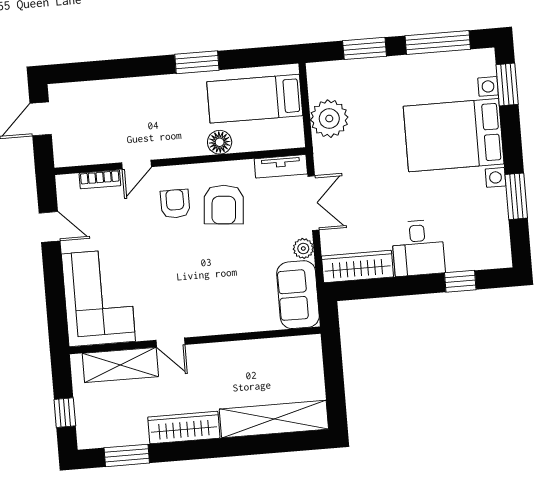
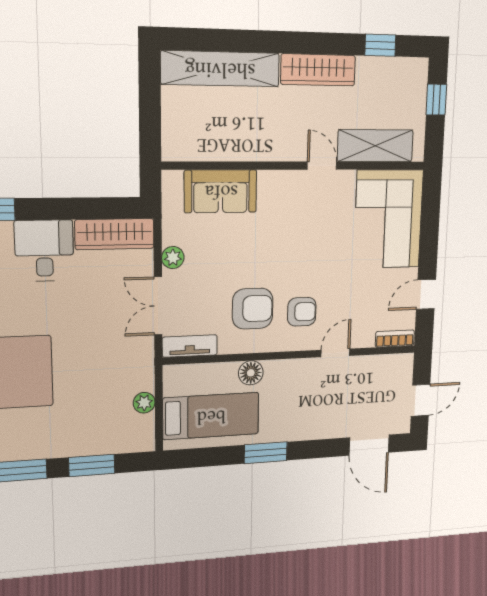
door: (90, 71) -> (369, 445), added
plant: (329, 119) -> (144, 403), width x0.53, depth x0.53
bookcase: (100, 179) -> (395, 339), moved
armchair: (175, 204) -> (302, 312), turned -90
armchair: (224, 205) -> (253, 309), turned 85
door: (50, 227) -> (426, 294), hinge flipped
sofa: (298, 295) -> (221, 191), moved, turned 90
window: (127, 455) -> (380, 45), width x0.67

